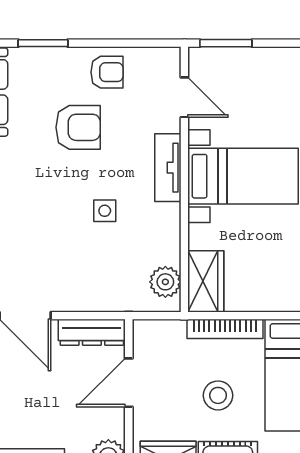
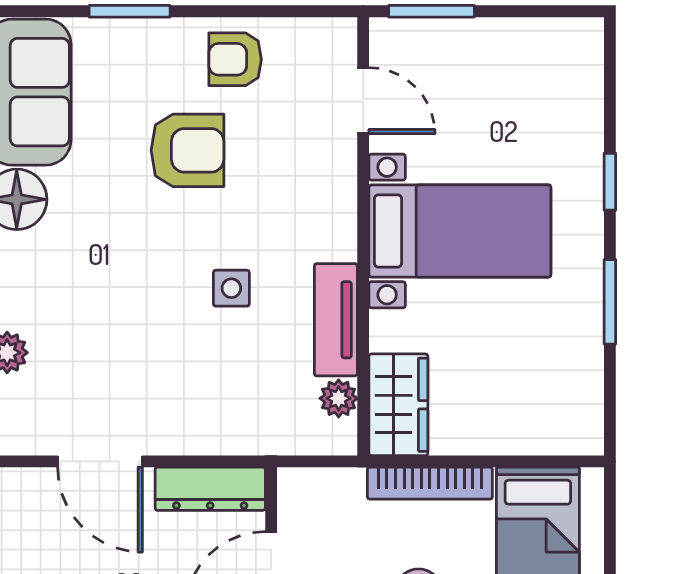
armchair: (107, 72) -> (235, 59), turned 180
tv unit: (168, 168) -> (336, 320), moved
plant: (165, 282) -> (339, 398), width x0.73, depth x0.73

